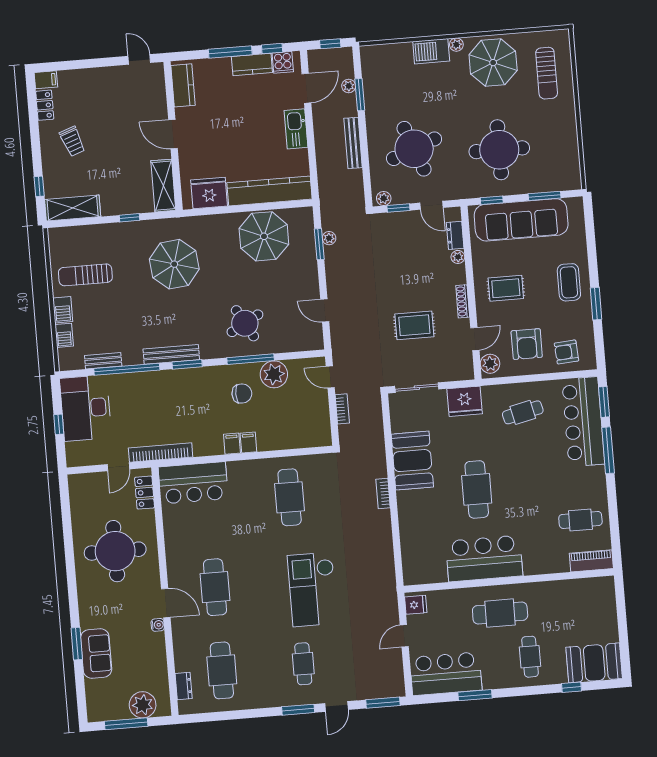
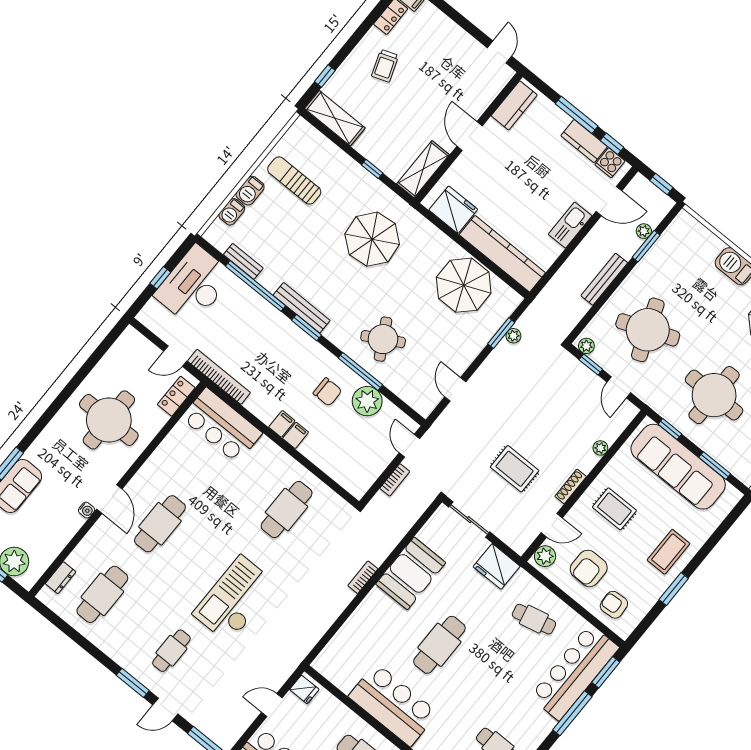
dresser: (455, 235) -> (615, 429), removed

